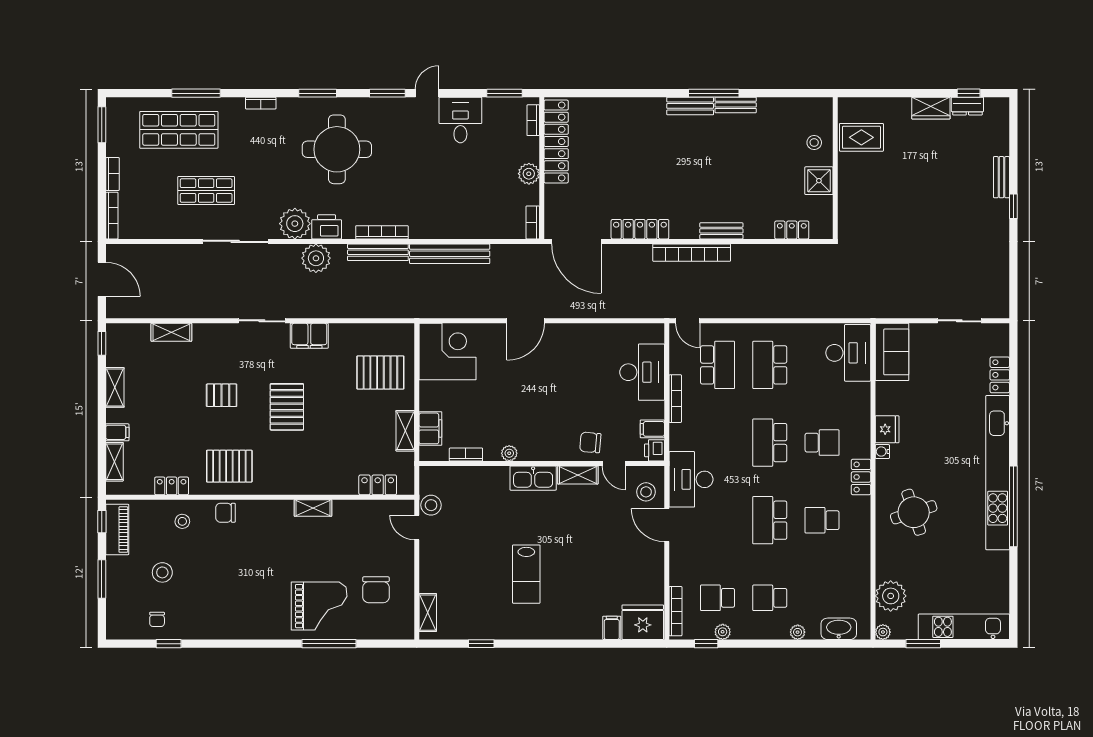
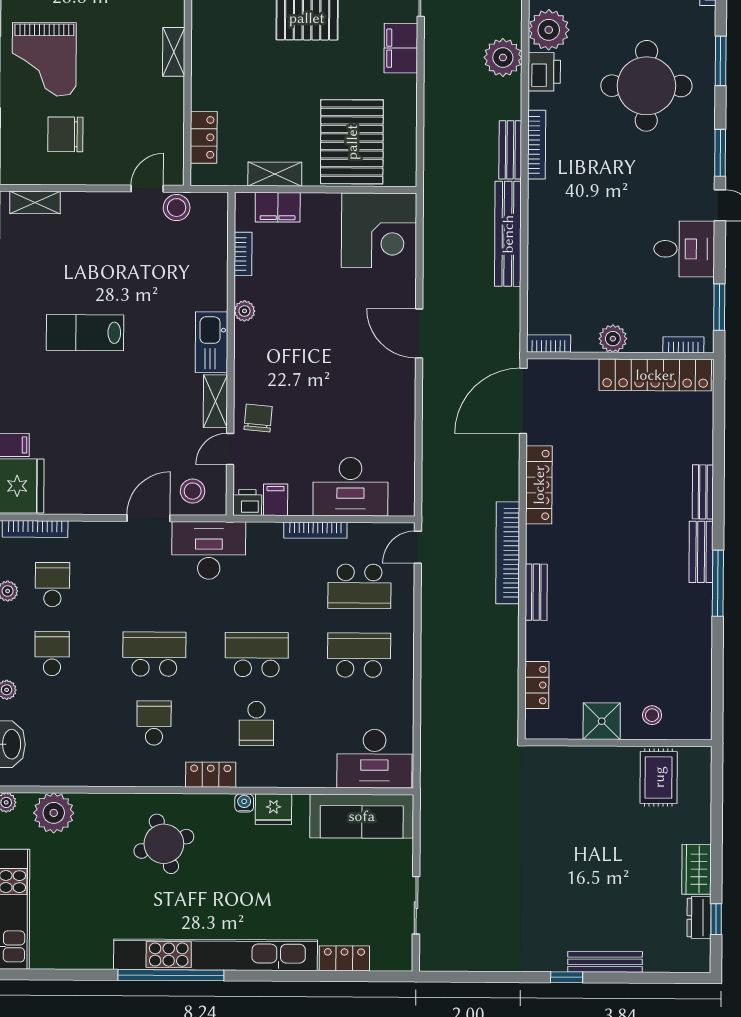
bench: (736, 105) -> (703, 492), moved
bench: (1001, 177) -> (605, 962), width x1.36
bench: (378, 252) -> (510, 150), width x0.73
sofa: (892, 352) -> (362, 816), width x1.36
pallet: (380, 372) -> (352, 142), width x1.37, depth x1.41

